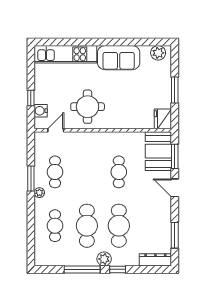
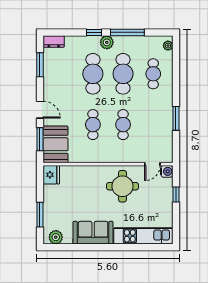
window: (175, 90) -> (40, 215), moved
water cooler: (41, 111) -> (167, 171), moved
cafe table: (55, 172) -> (123, 125), moved
plant: (39, 193) -> (168, 46), moved
dresser: (155, 260) -> (54, 42), width x0.70

